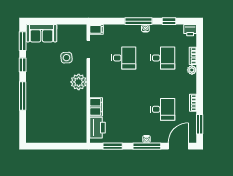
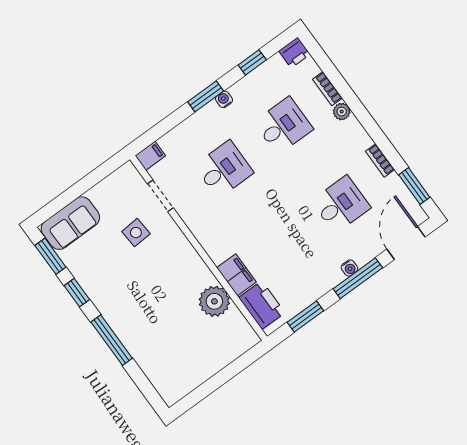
window: (139, 21) -> (206, 96), width x0.69
plant: (79, 82) -> (214, 301), moved

